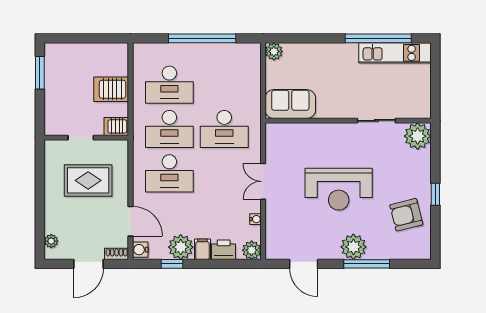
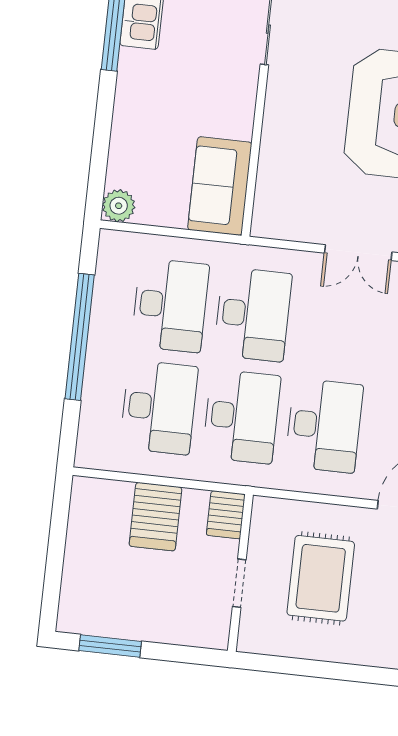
desk: (224, 85) -> (170, 305), added

